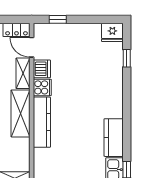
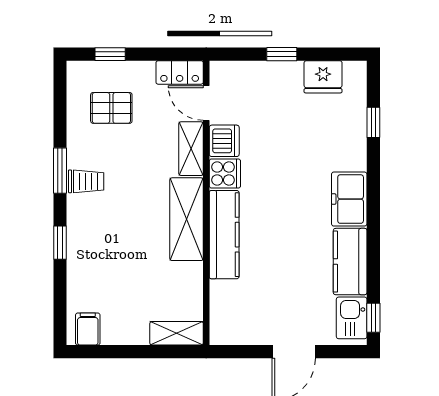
window: (58, 19) -> (282, 54), moved
fridge: (112, 32) -> (323, 77), moved
freezer: (113, 102) -> (349, 199), added

